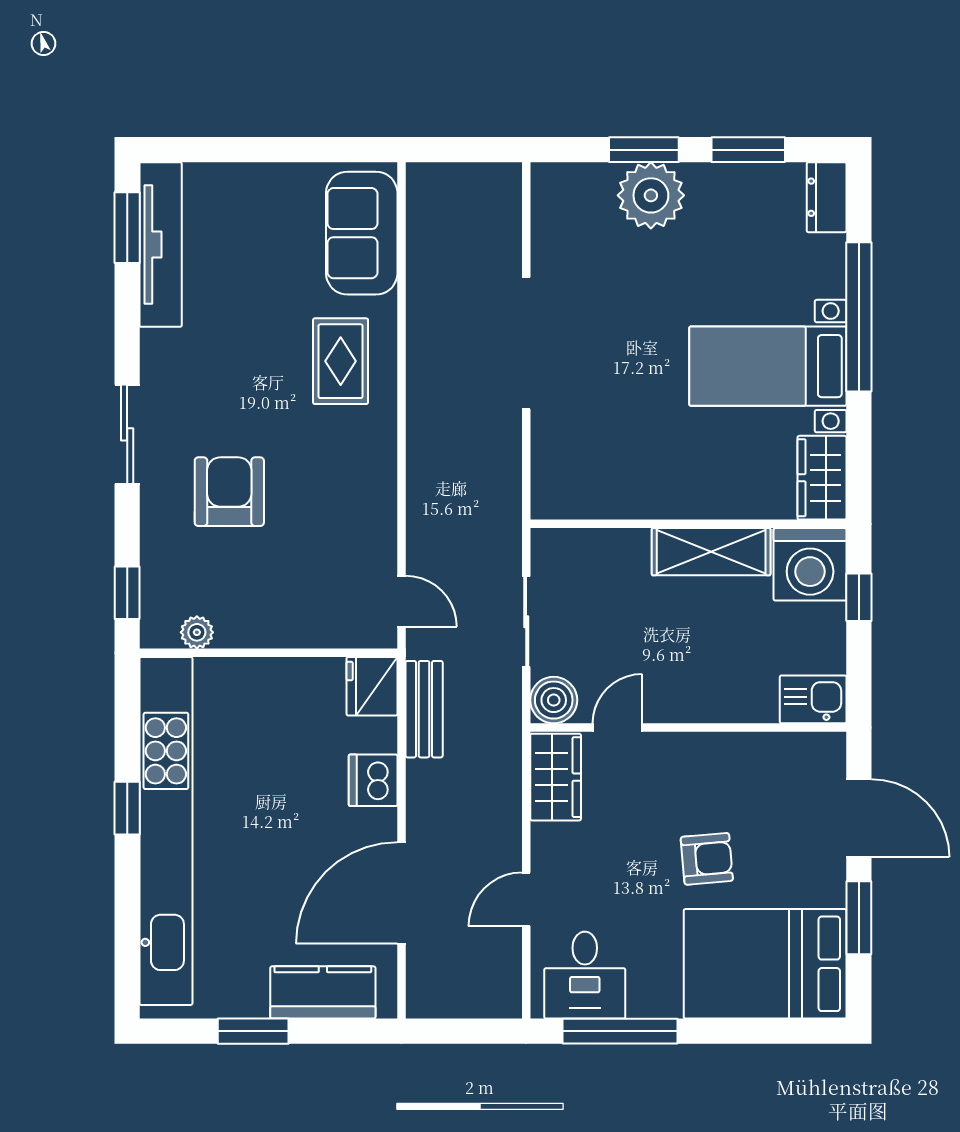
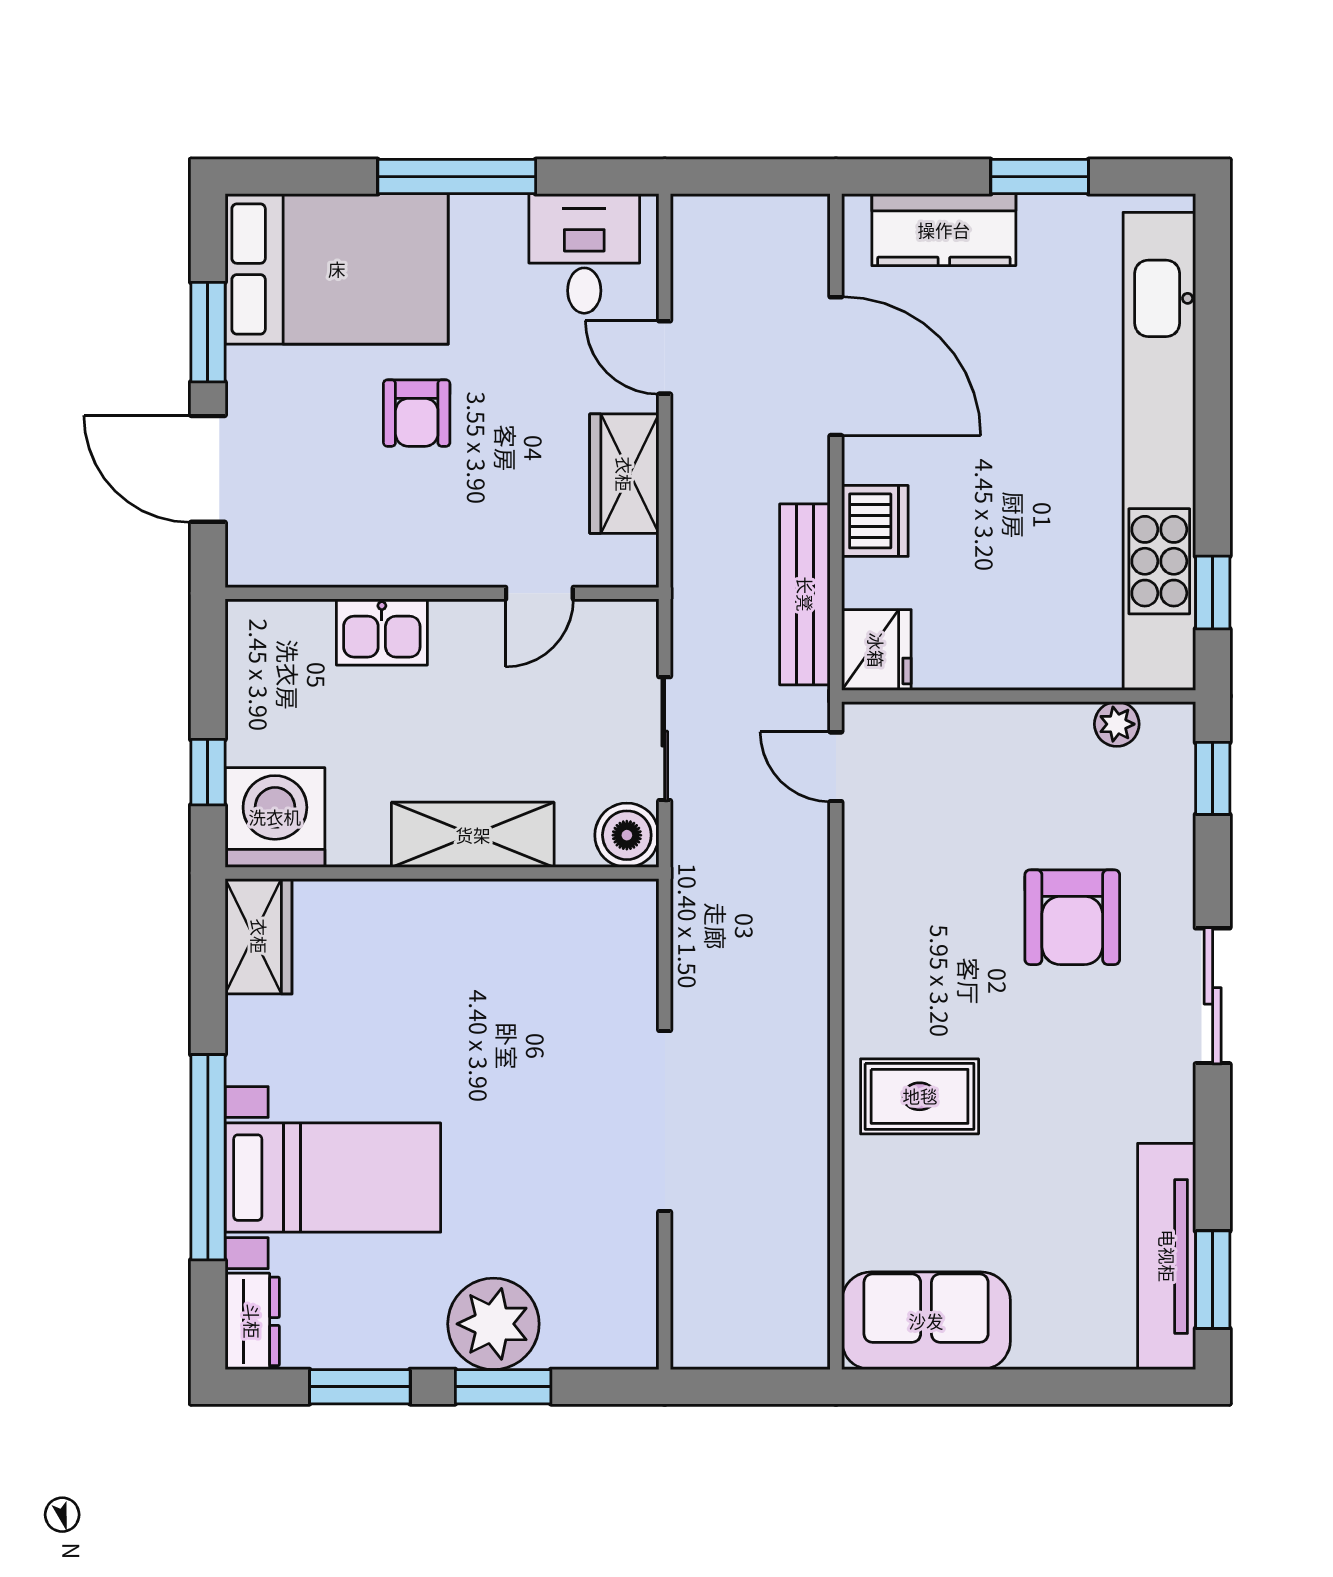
sofa: (362, 233) -> (926, 1321), moved, turned -90
rug: (341, 361) -> (920, 1096), turned 90
bed with nightstands: (768, 366) -> (333, 1178), moved
shelving: (711, 552) -> (473, 835), moved
kitchen sink: (813, 699) -> (382, 632), moved
boiler: (554, 700) -> (627, 835), moved
bench: (424, 709) -> (805, 594), width x1.36
wardrobe: (556, 777) -> (624, 474), moved
window: (127, 808) -> (1213, 593), moved
armchair: (707, 859) -> (417, 413), turned -85
door: (401, 893) -> (836, 366), hinge flipped
door: (526, 899) -> (665, 357), swing flipped
window: (620, 1031) -> (457, 177), moved

